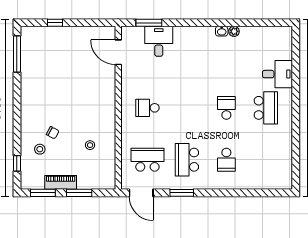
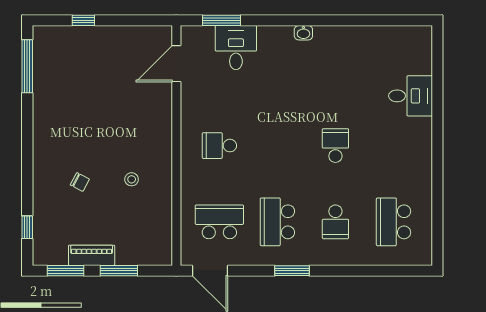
washbasin: (222, 31) -> (303, 33), moved
plant: (234, 31) -> (347, 33), removed
door: (118, 52) -> (176, 64), hinge flipped
school desk: (266, 108) -> (394, 222), moved, turned 180
stool: (90, 145) -> (132, 179), moved
stool: (40, 149) -> (61, 206), removed
window: (182, 193) -> (292, 271), moved

